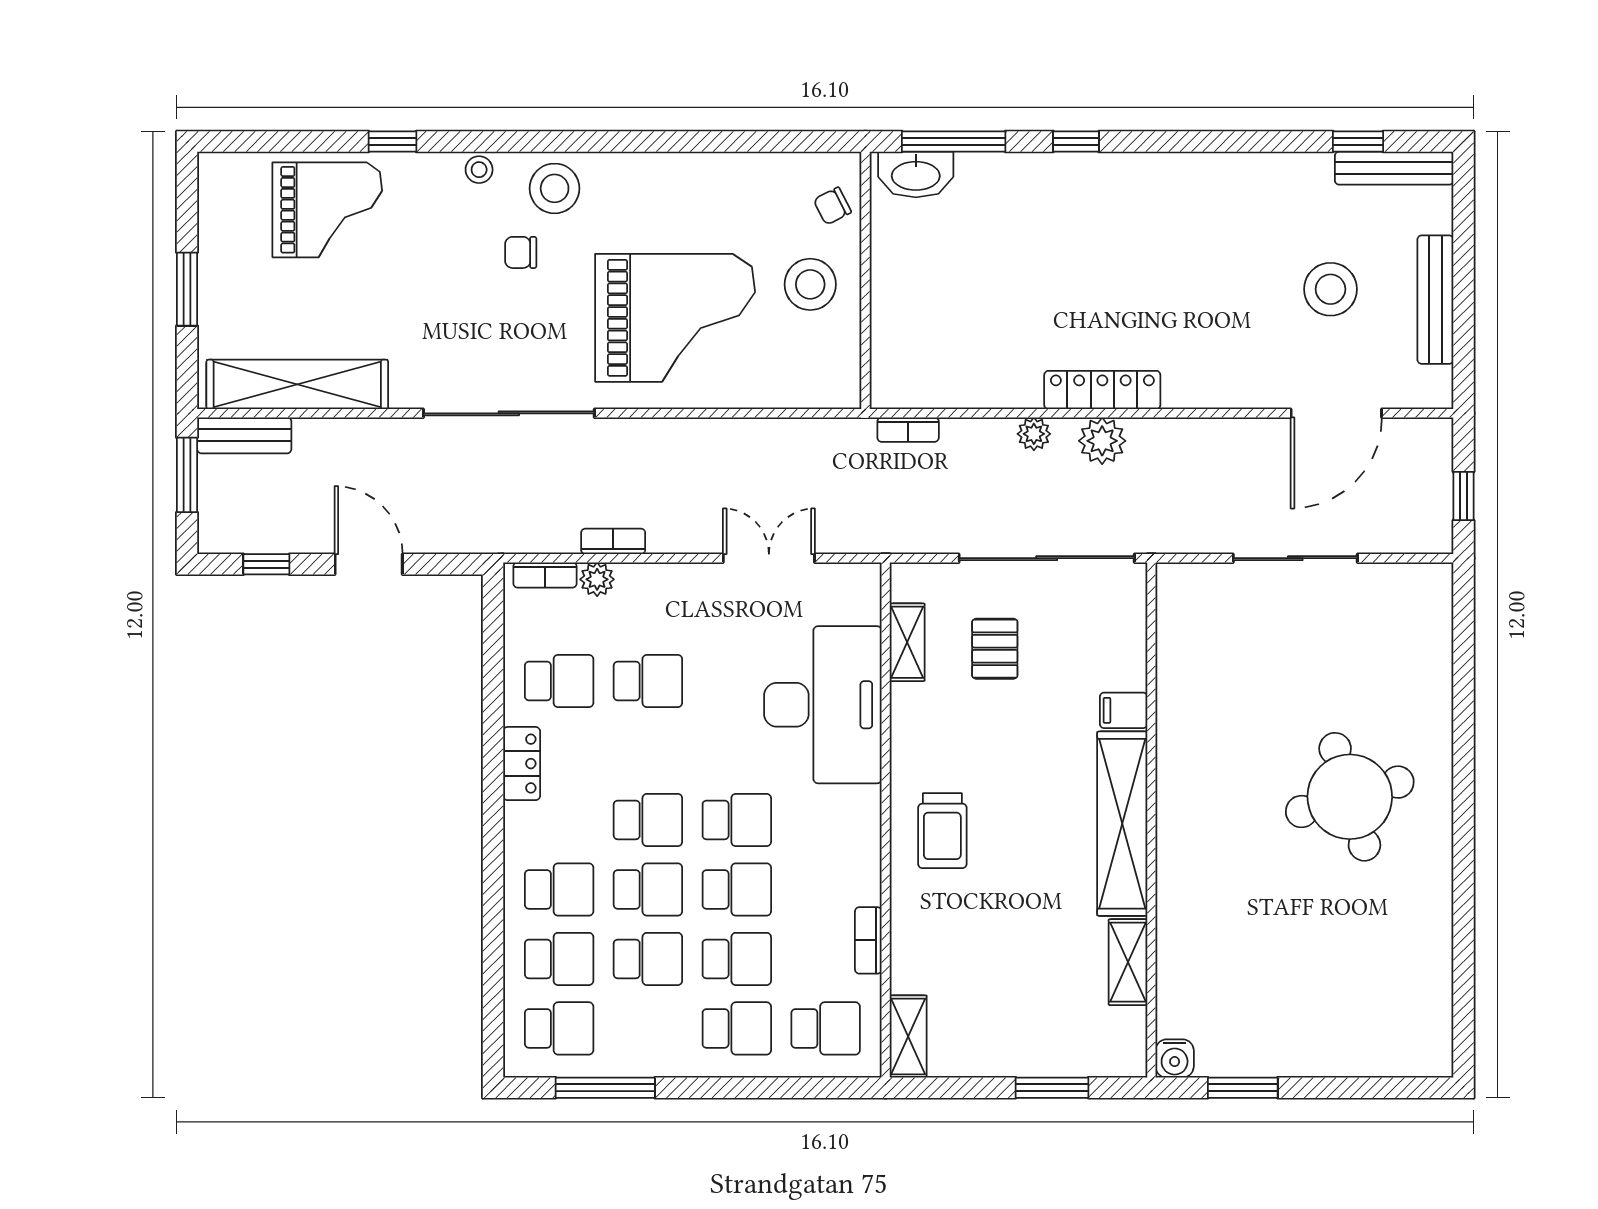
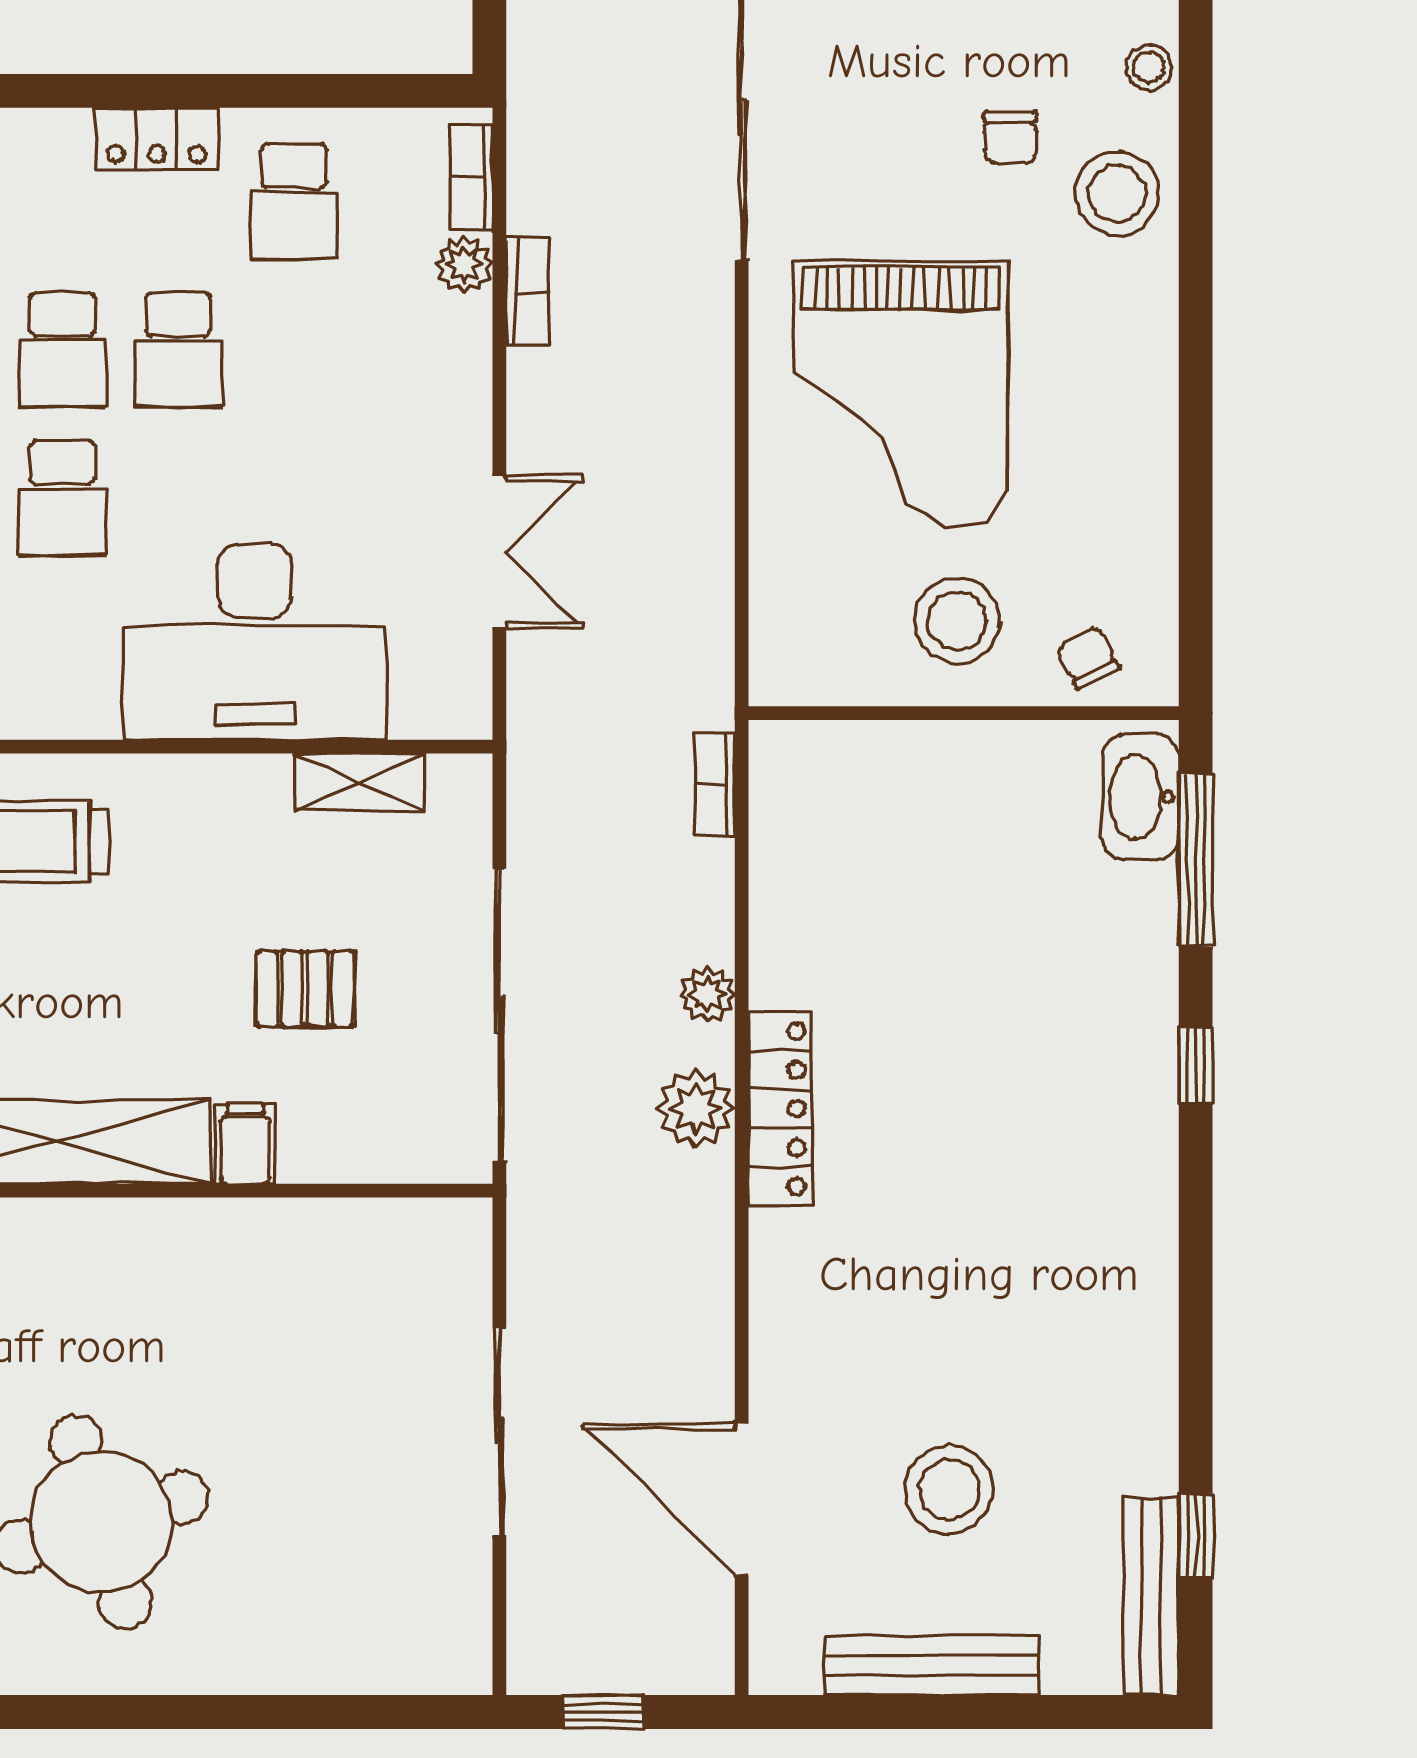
chair: (521, 252) -> (1010, 137), turned 180
pallet: (995, 649) -> (305, 989), moved
school desk: (648, 681) -> (178, 350), moved

